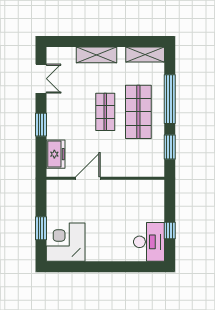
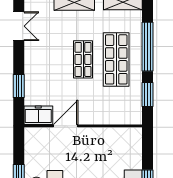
window: (41, 125) -> (19, 86), moved
freezer: (56, 154) -> (38, 115), moved, turned -90

